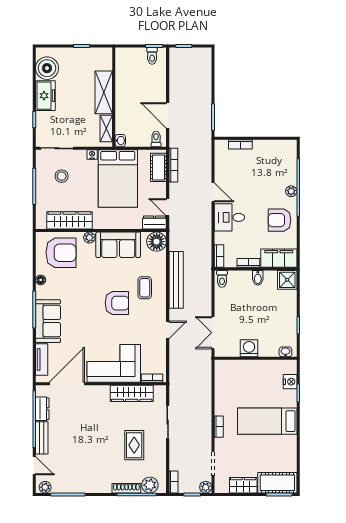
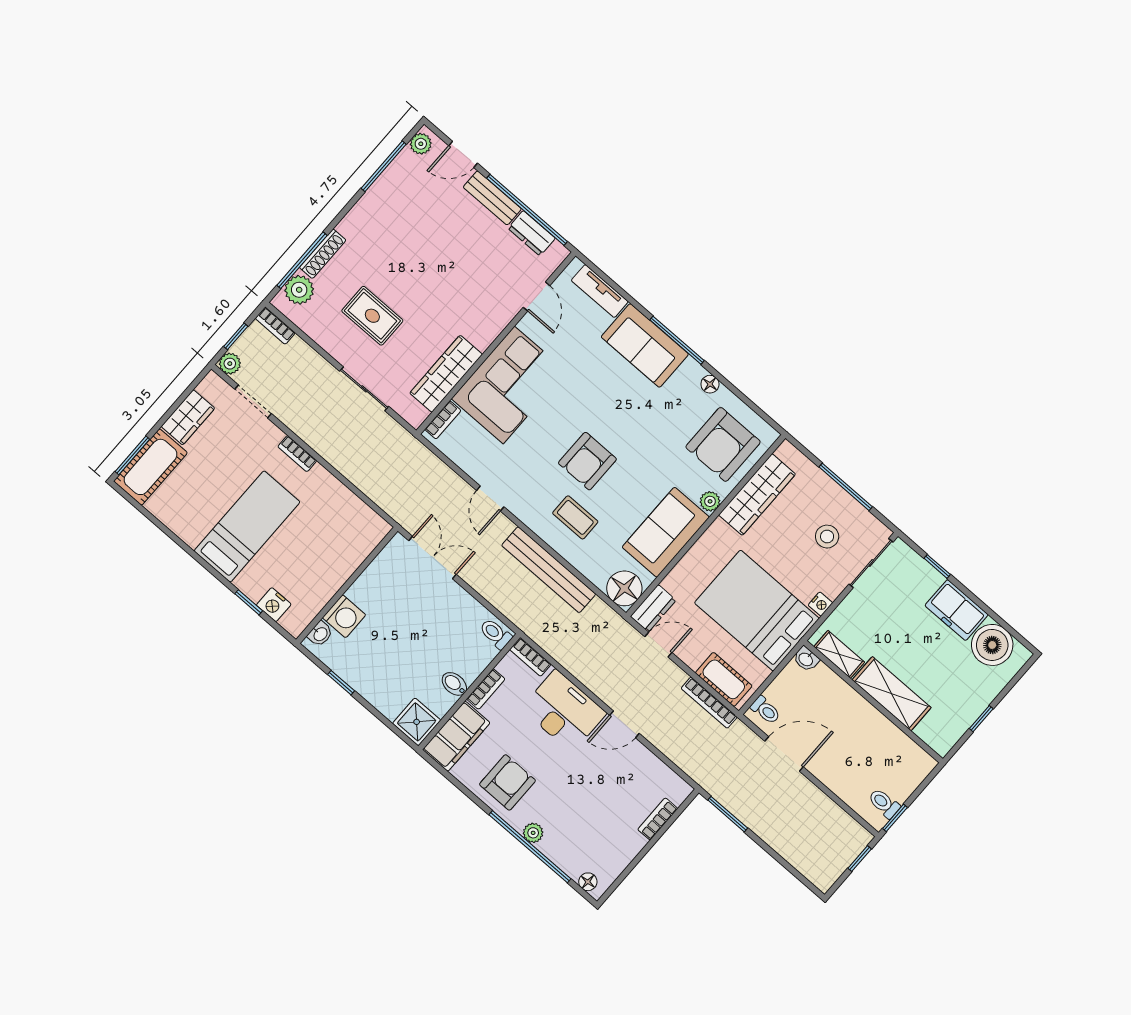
floor lamp: (292, 151) -> (588, 882), added
desk: (229, 217) -> (564, 711), width x1.37
washing machine: (249, 348) -> (344, 616), moved
door: (67, 384) -> (537, 296), width x0.53

